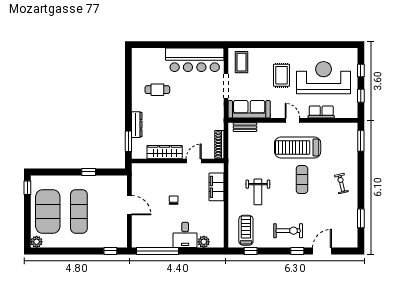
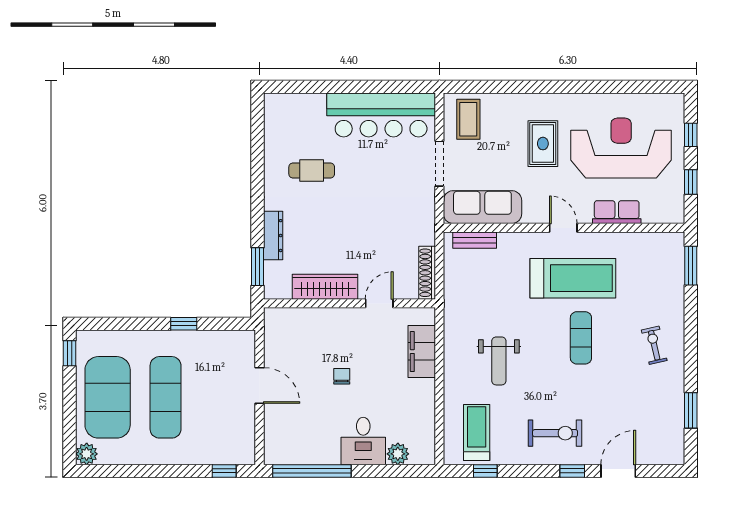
treadmill: (298, 147) -> (573, 278), turned 180

